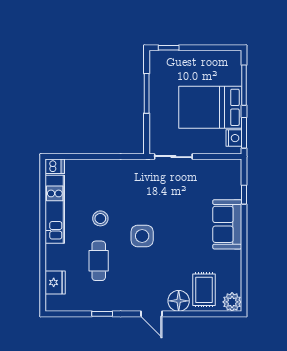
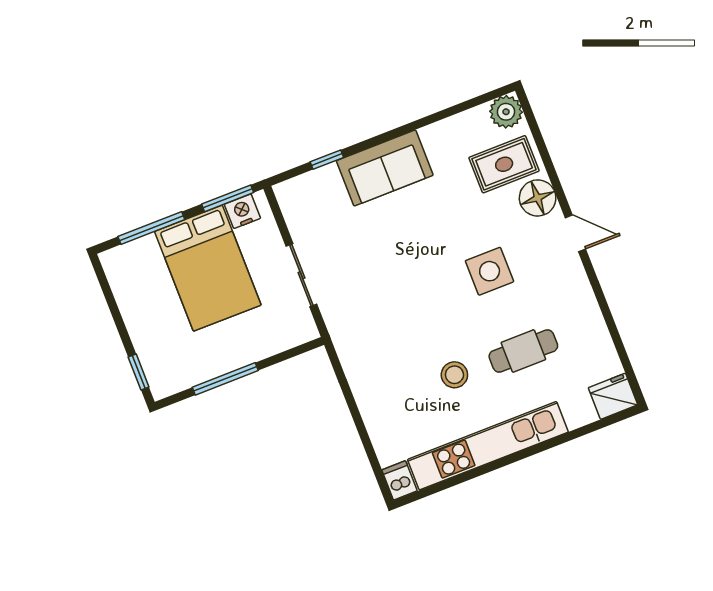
sliding door: (173, 157) -> (301, 275), moved
kitchen unit: (55, 209) -> (488, 446), width x1.36
side table: (142, 236) -> (490, 271), moved
fridge: (55, 282) -> (613, 396), moved
window: (102, 314) -> (606, 312), removed
door: (151, 314) -> (575, 233), hinge flipped

